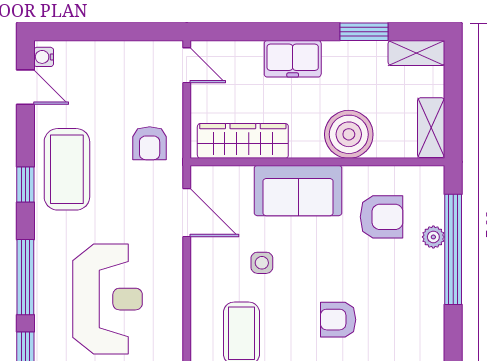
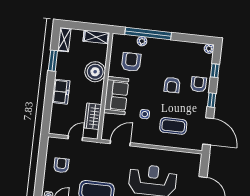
door: (187, 65) -> (75, 138), moved
wardrobe: (243, 141) -> (93, 116), width x0.67
armchair: (150, 143) -> (61, 165), moved, turned -90

